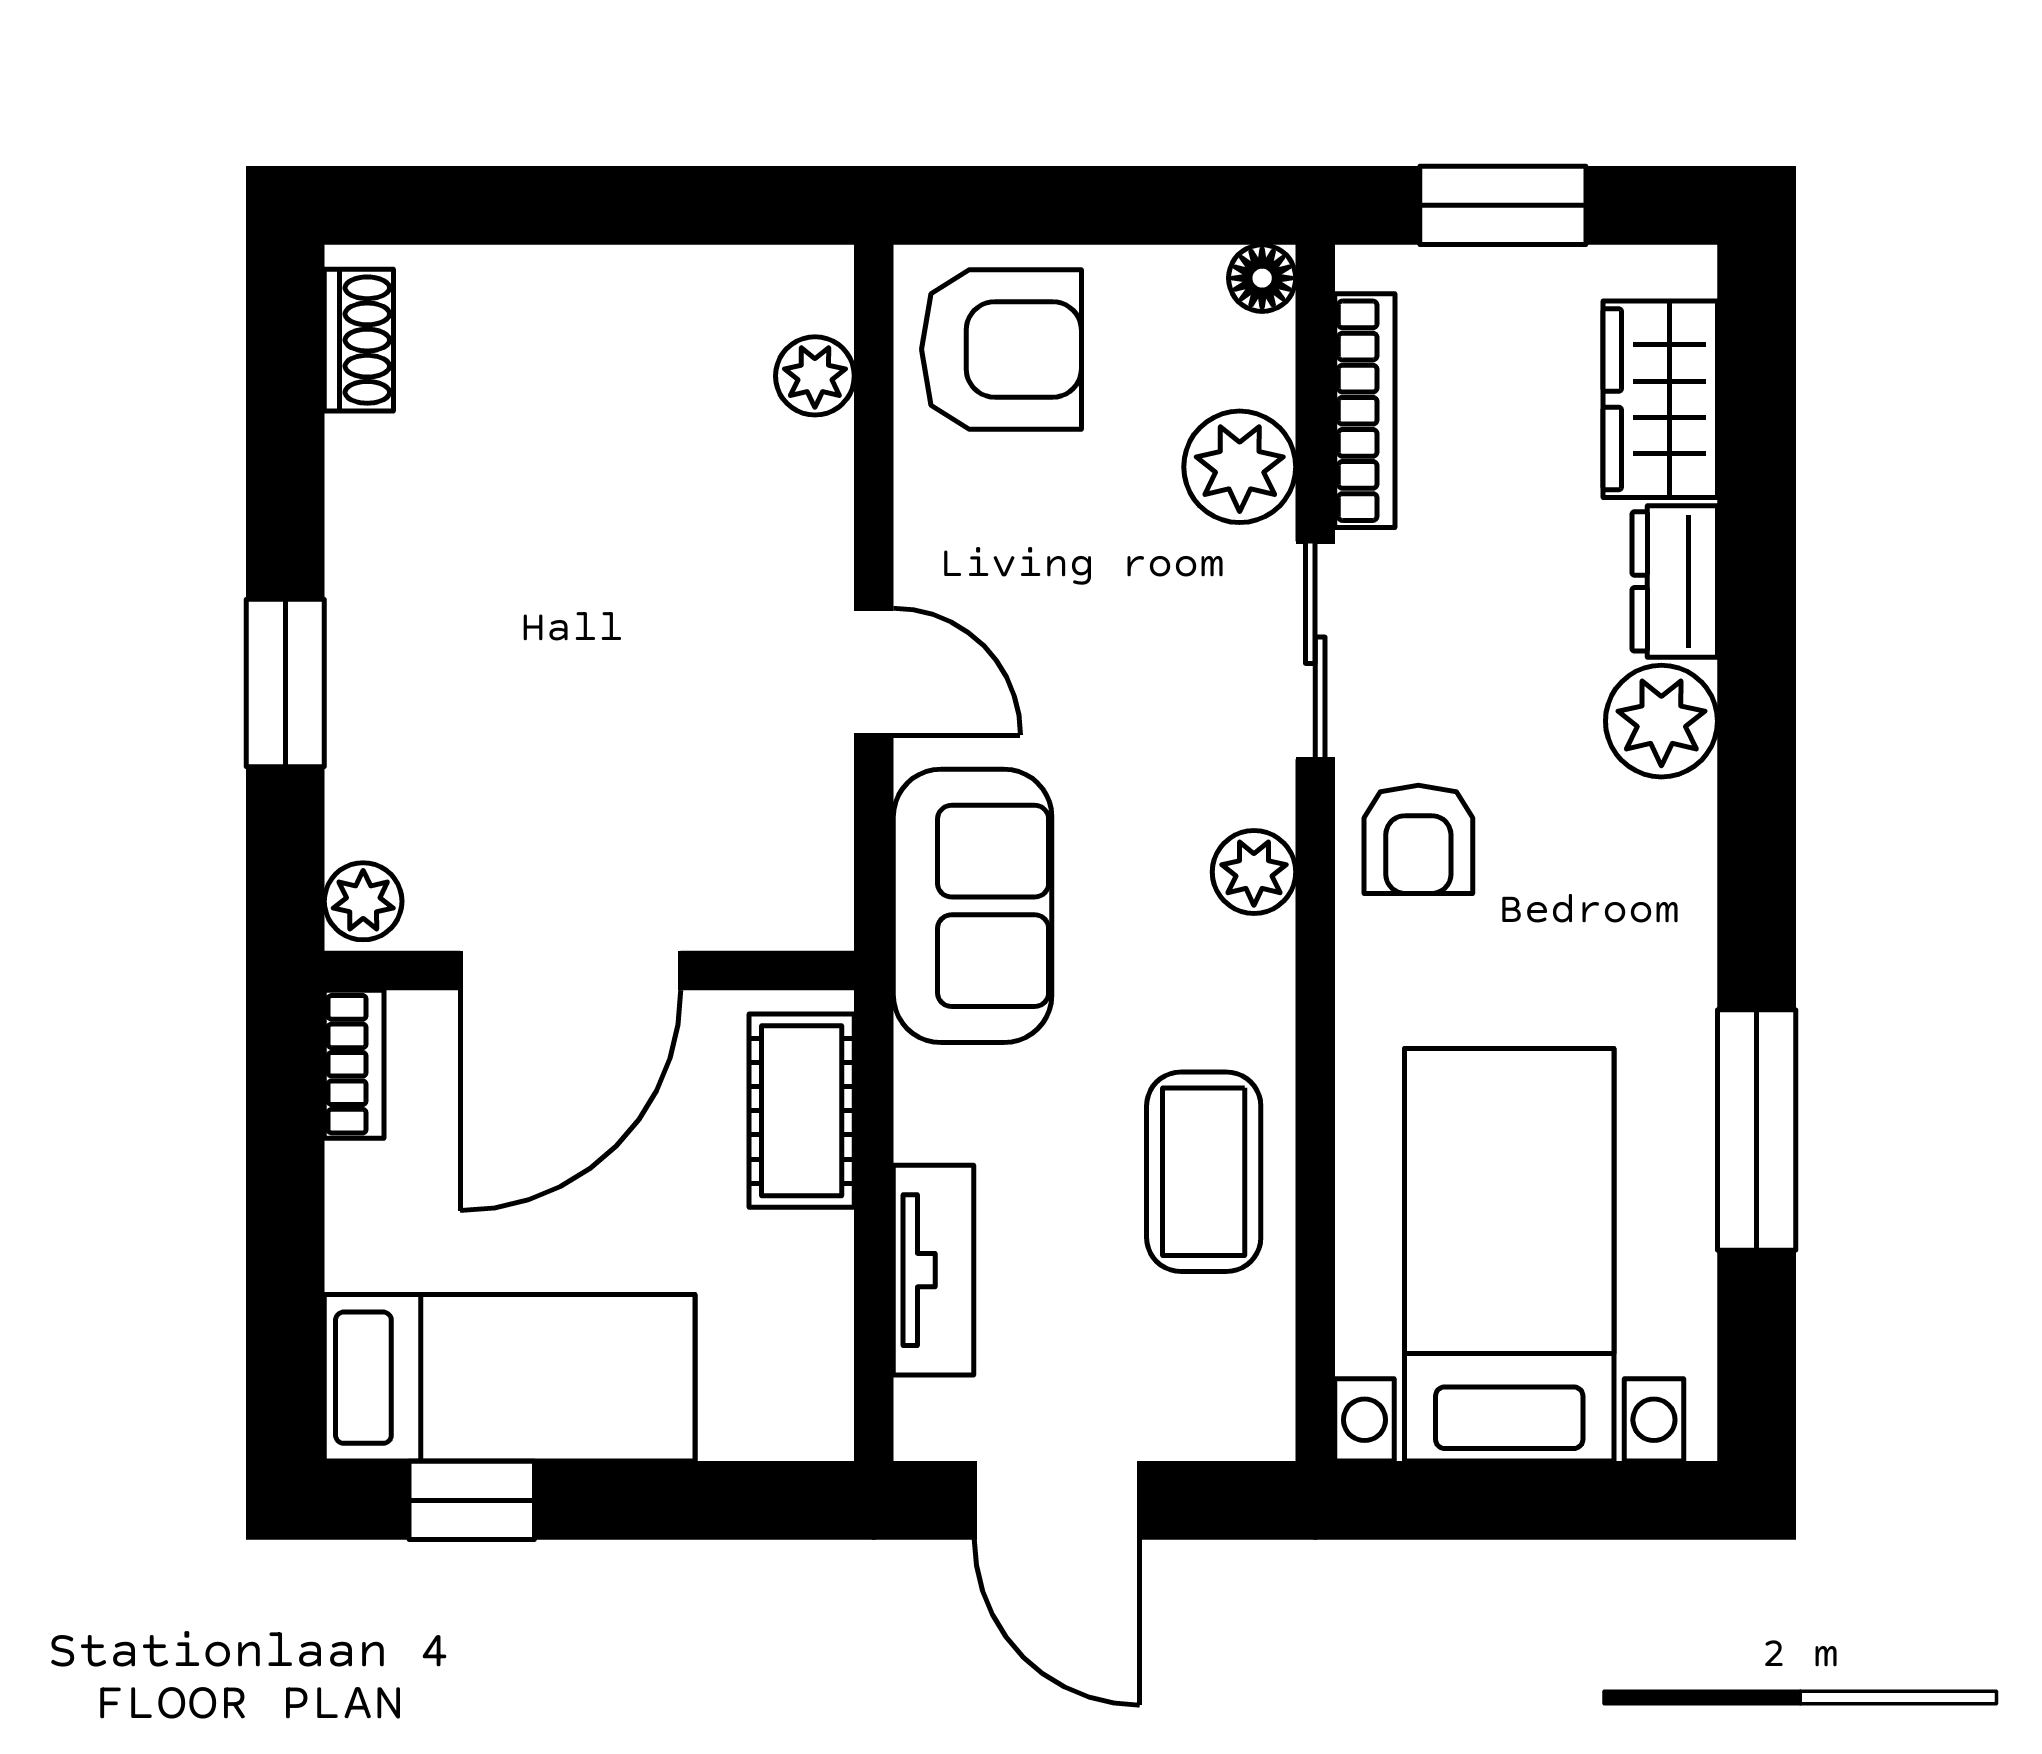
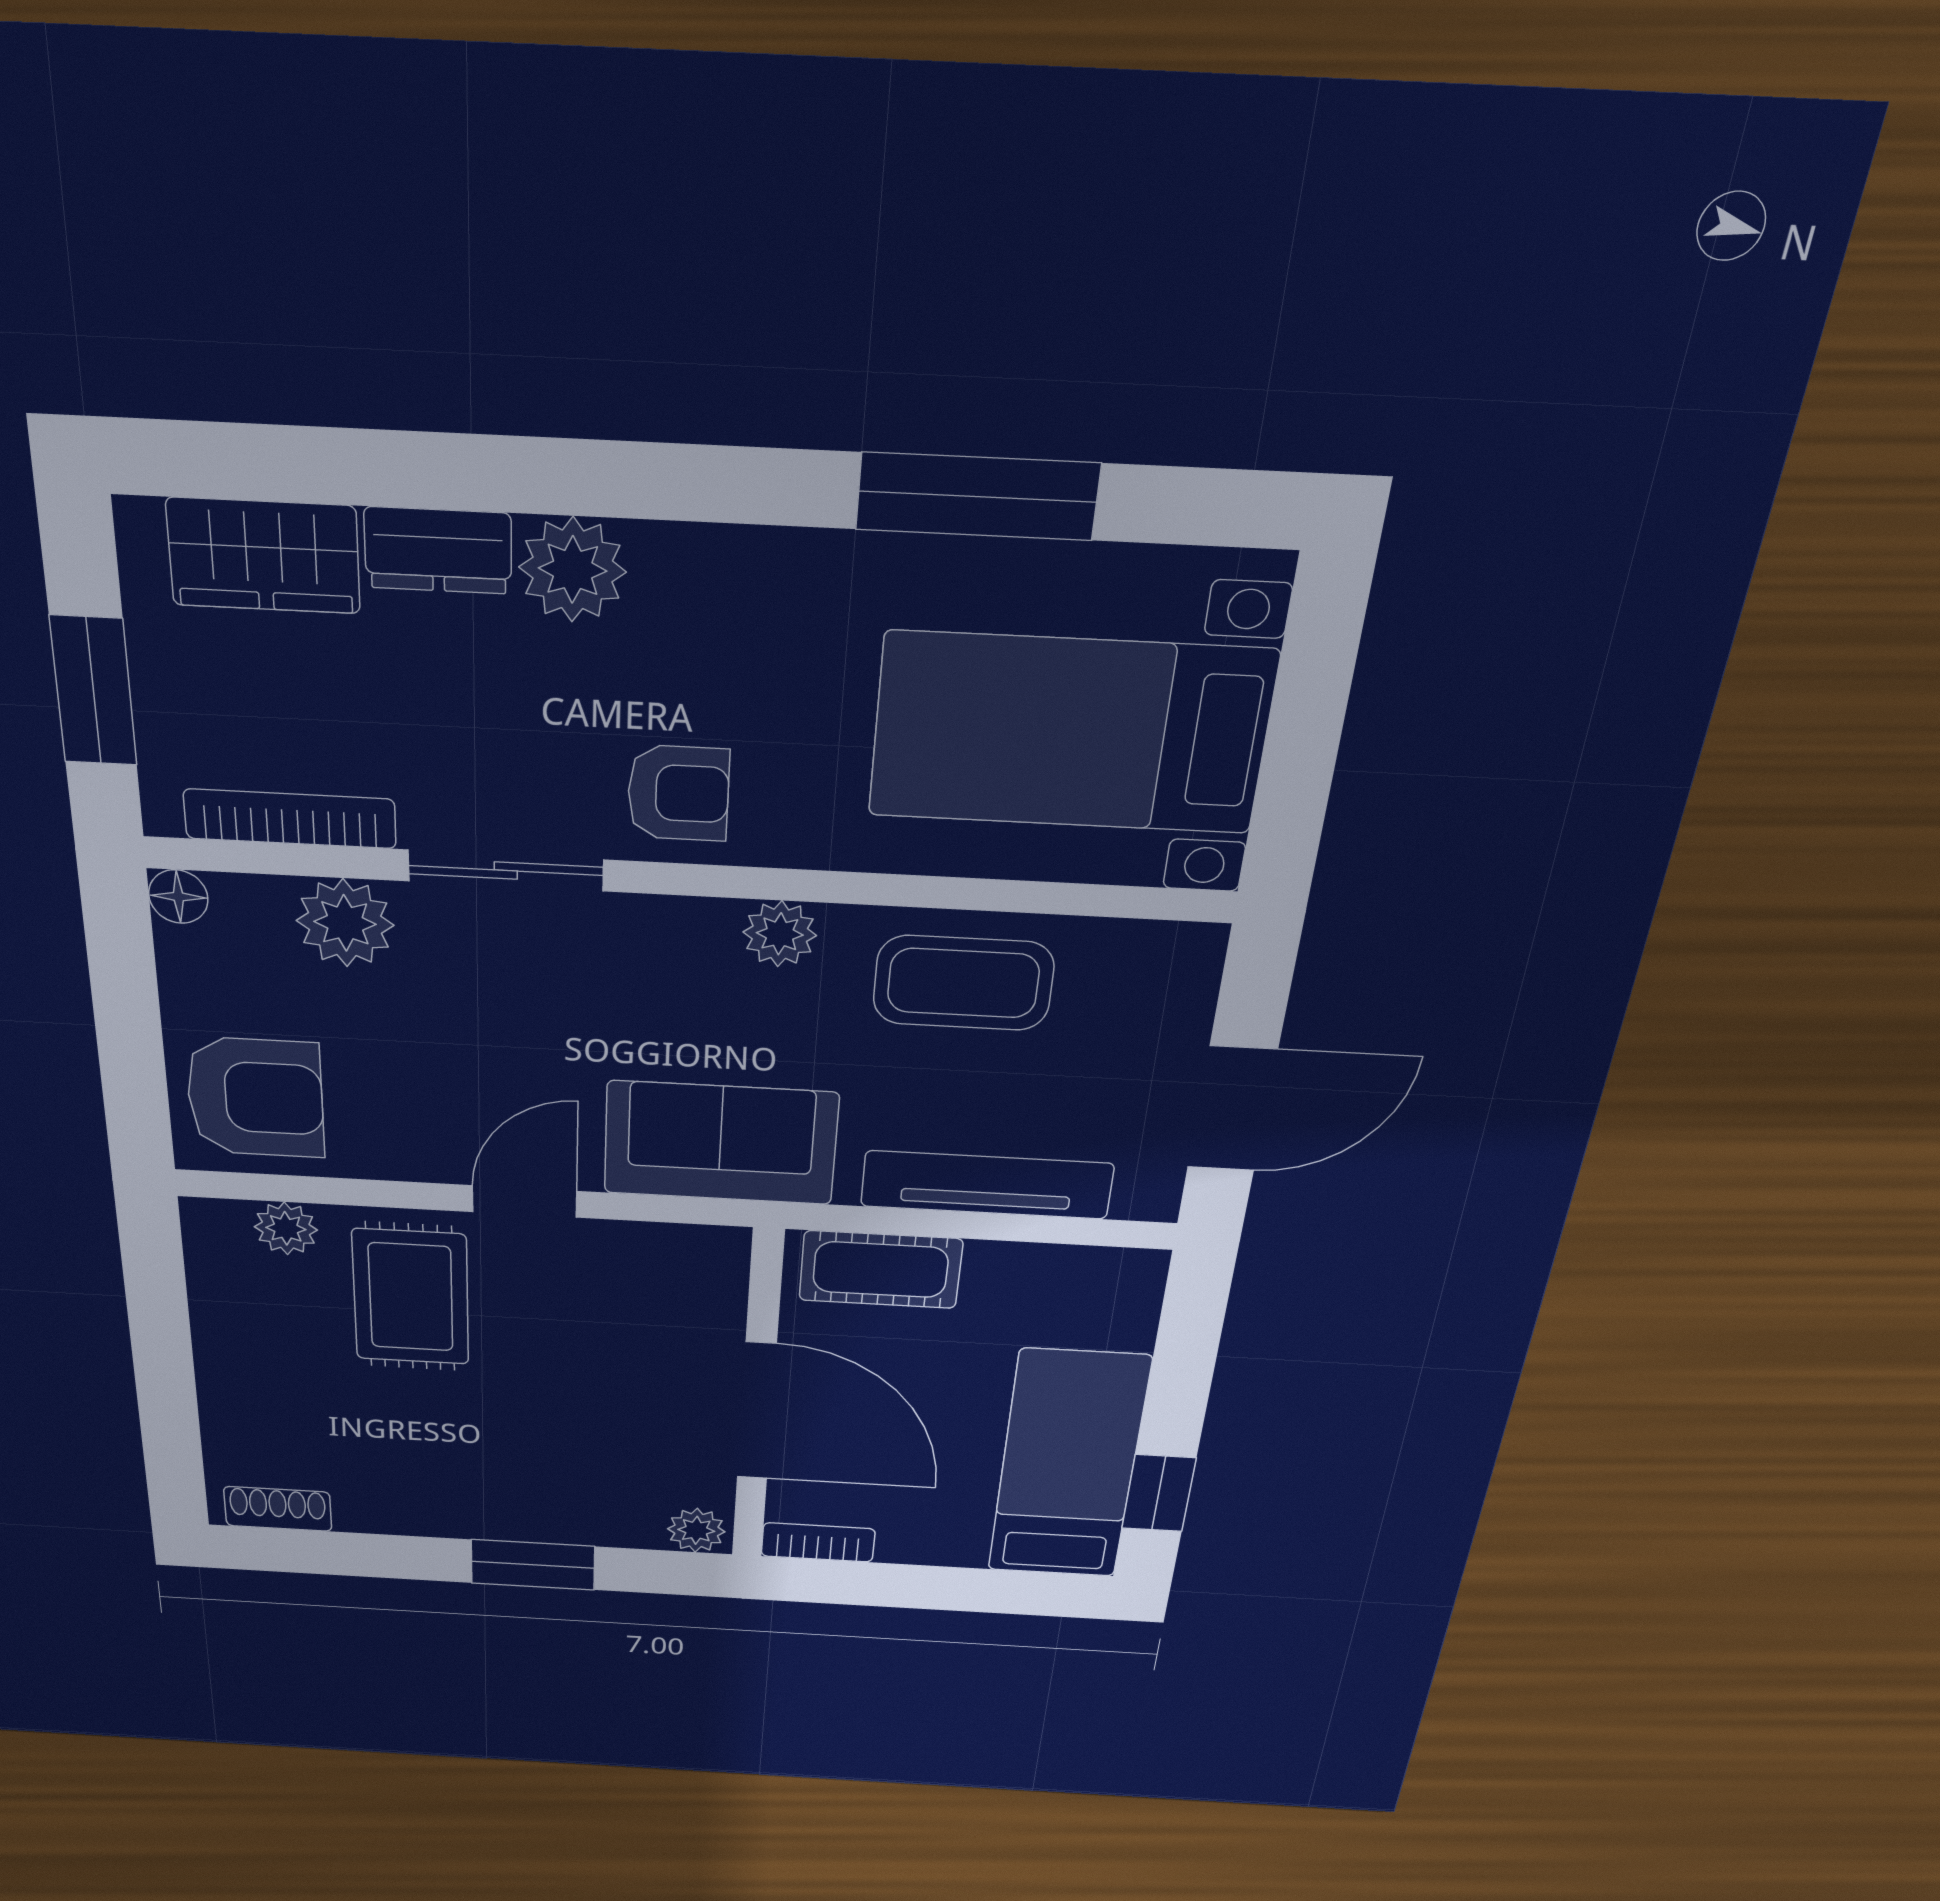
armchair: (1001, 349) -> (255, 1098), turned 90
rug: (721, 528) -> (411, 1297), added
plant: (1254, 872) -> (780, 934), moved
tv unit: (934, 1270) -> (987, 1185), width x1.41

